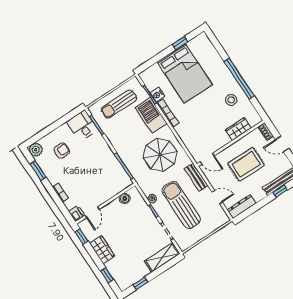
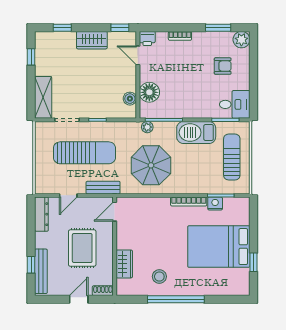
barbecue: (151, 115) -> (196, 132), moved, turned 180
armchair: (62, 151) -> (223, 66), turned -90
floor lamp: (112, 188) -> (149, 92), added
plant: (152, 198) -> (147, 127), moved

